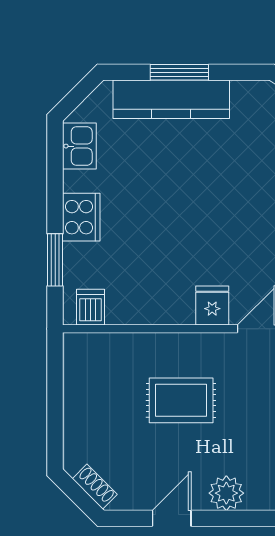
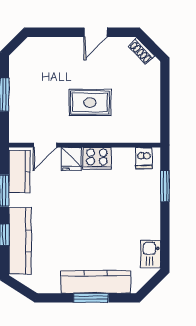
cooker: (81, 217) -> (97, 158), moved, turned -90
plant: (226, 493) -> (63, 47), removed

